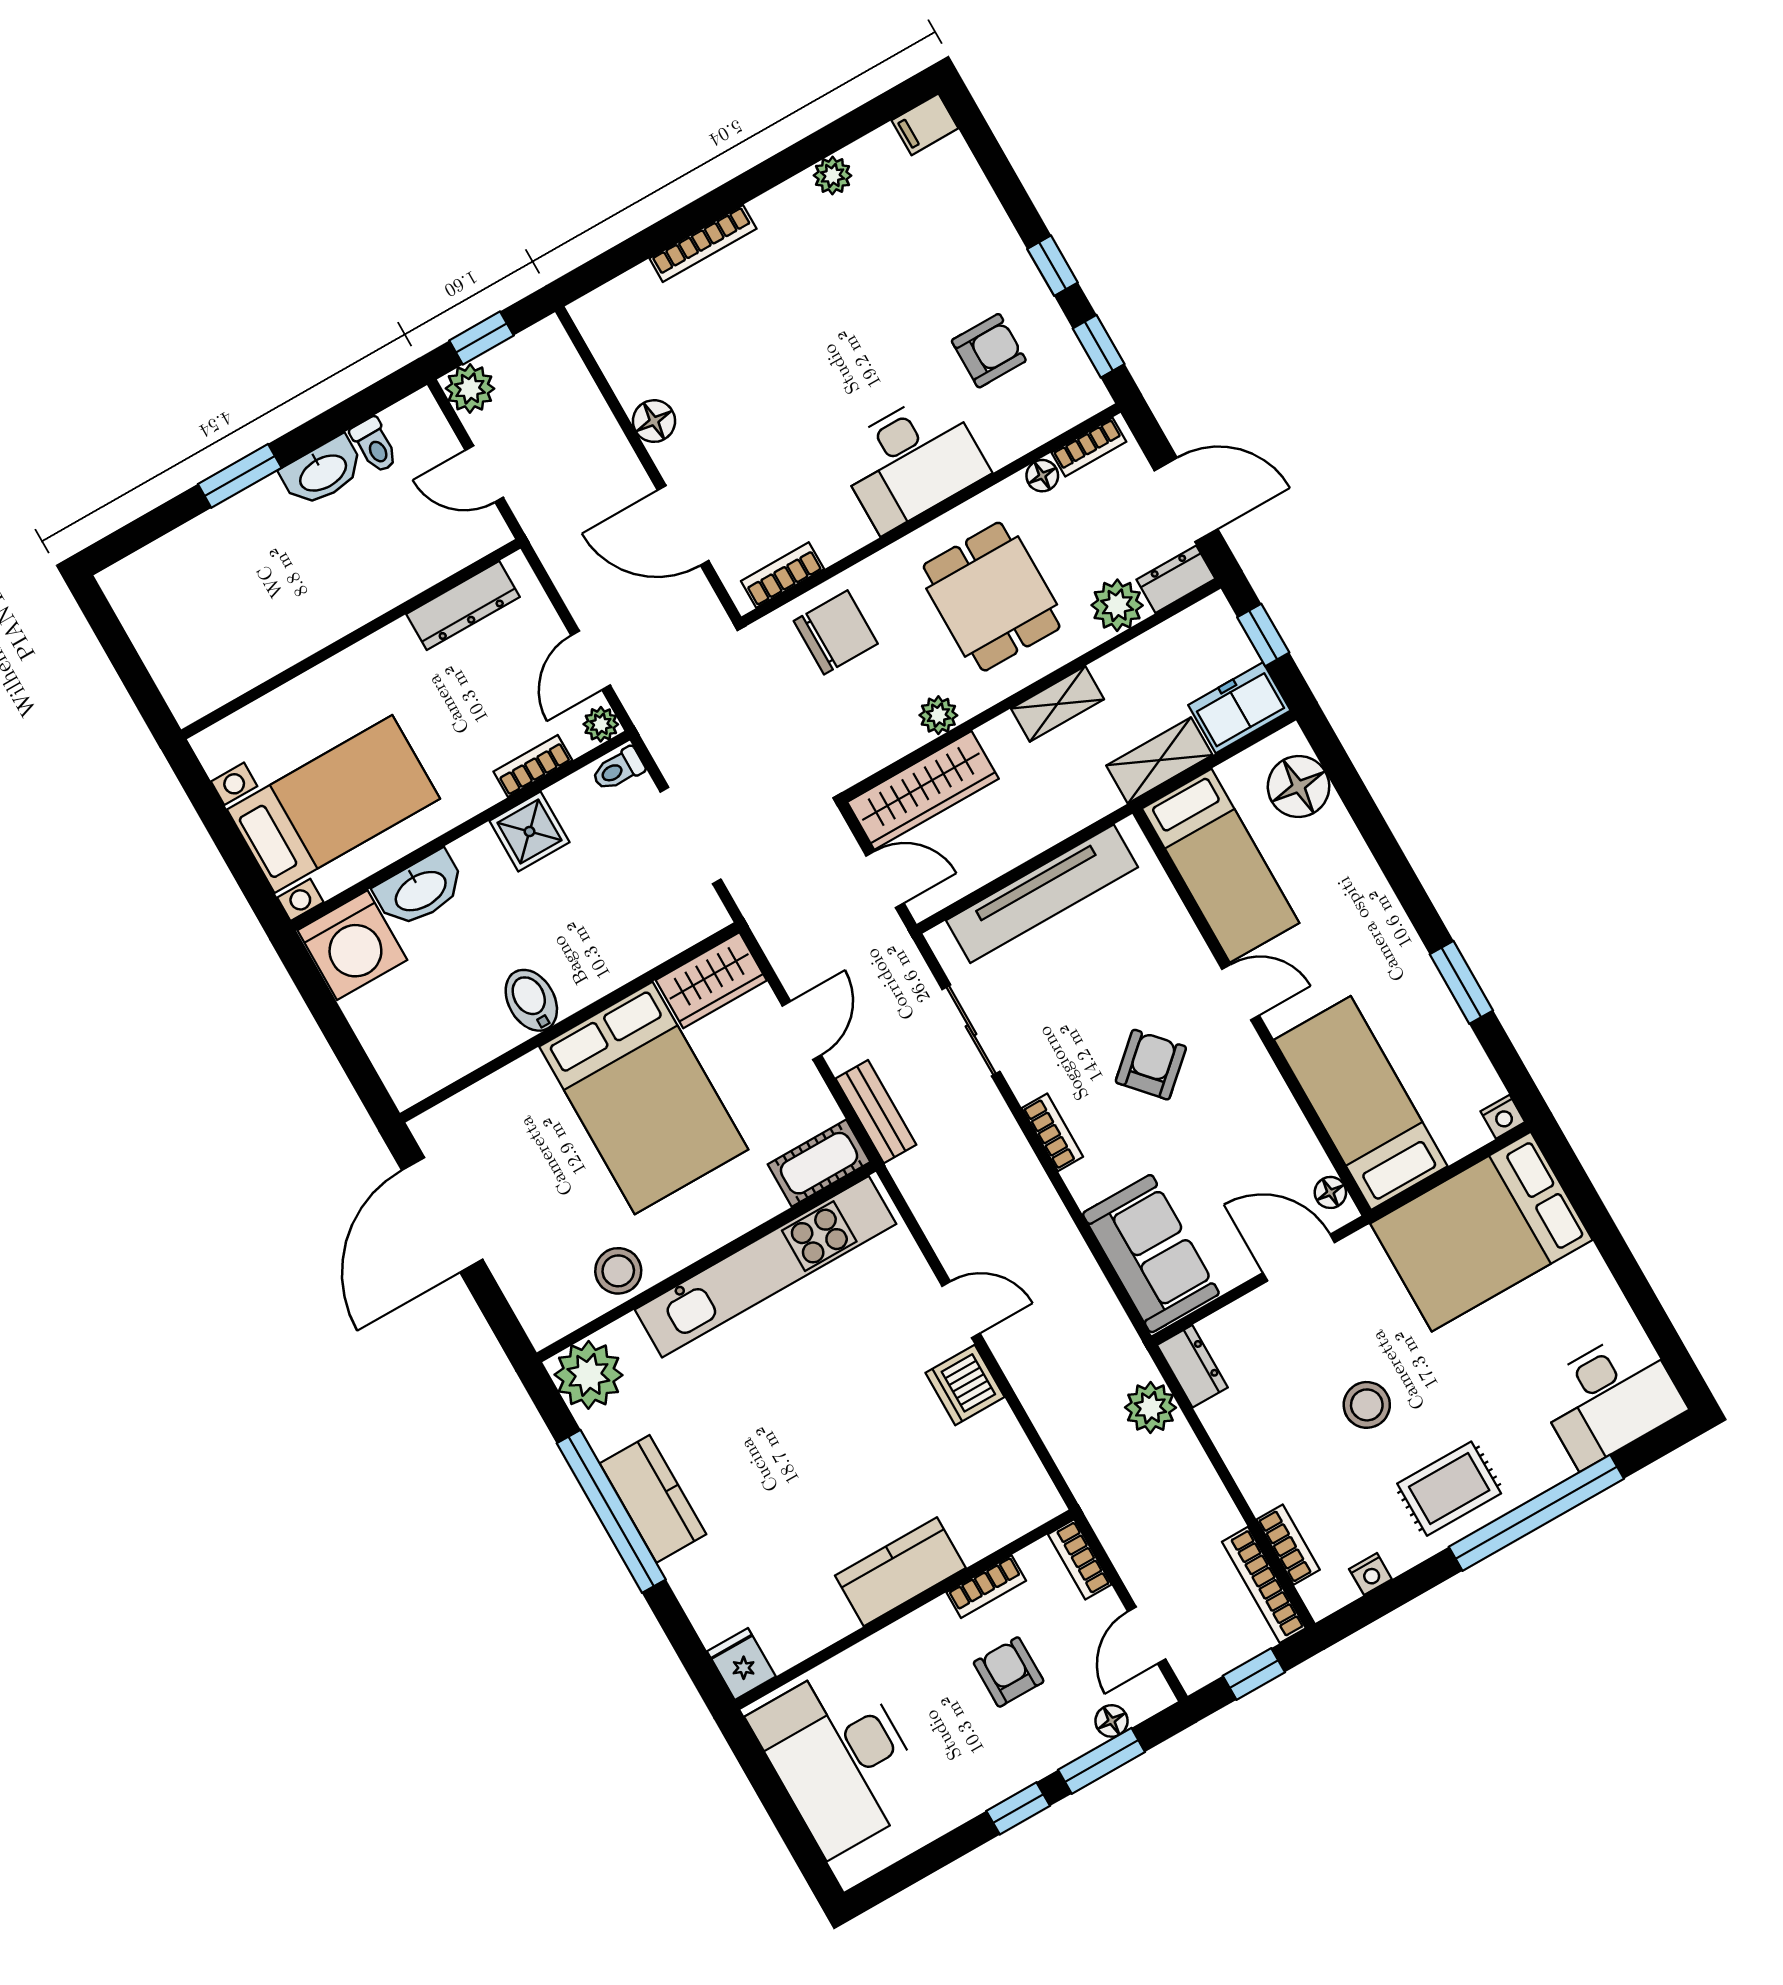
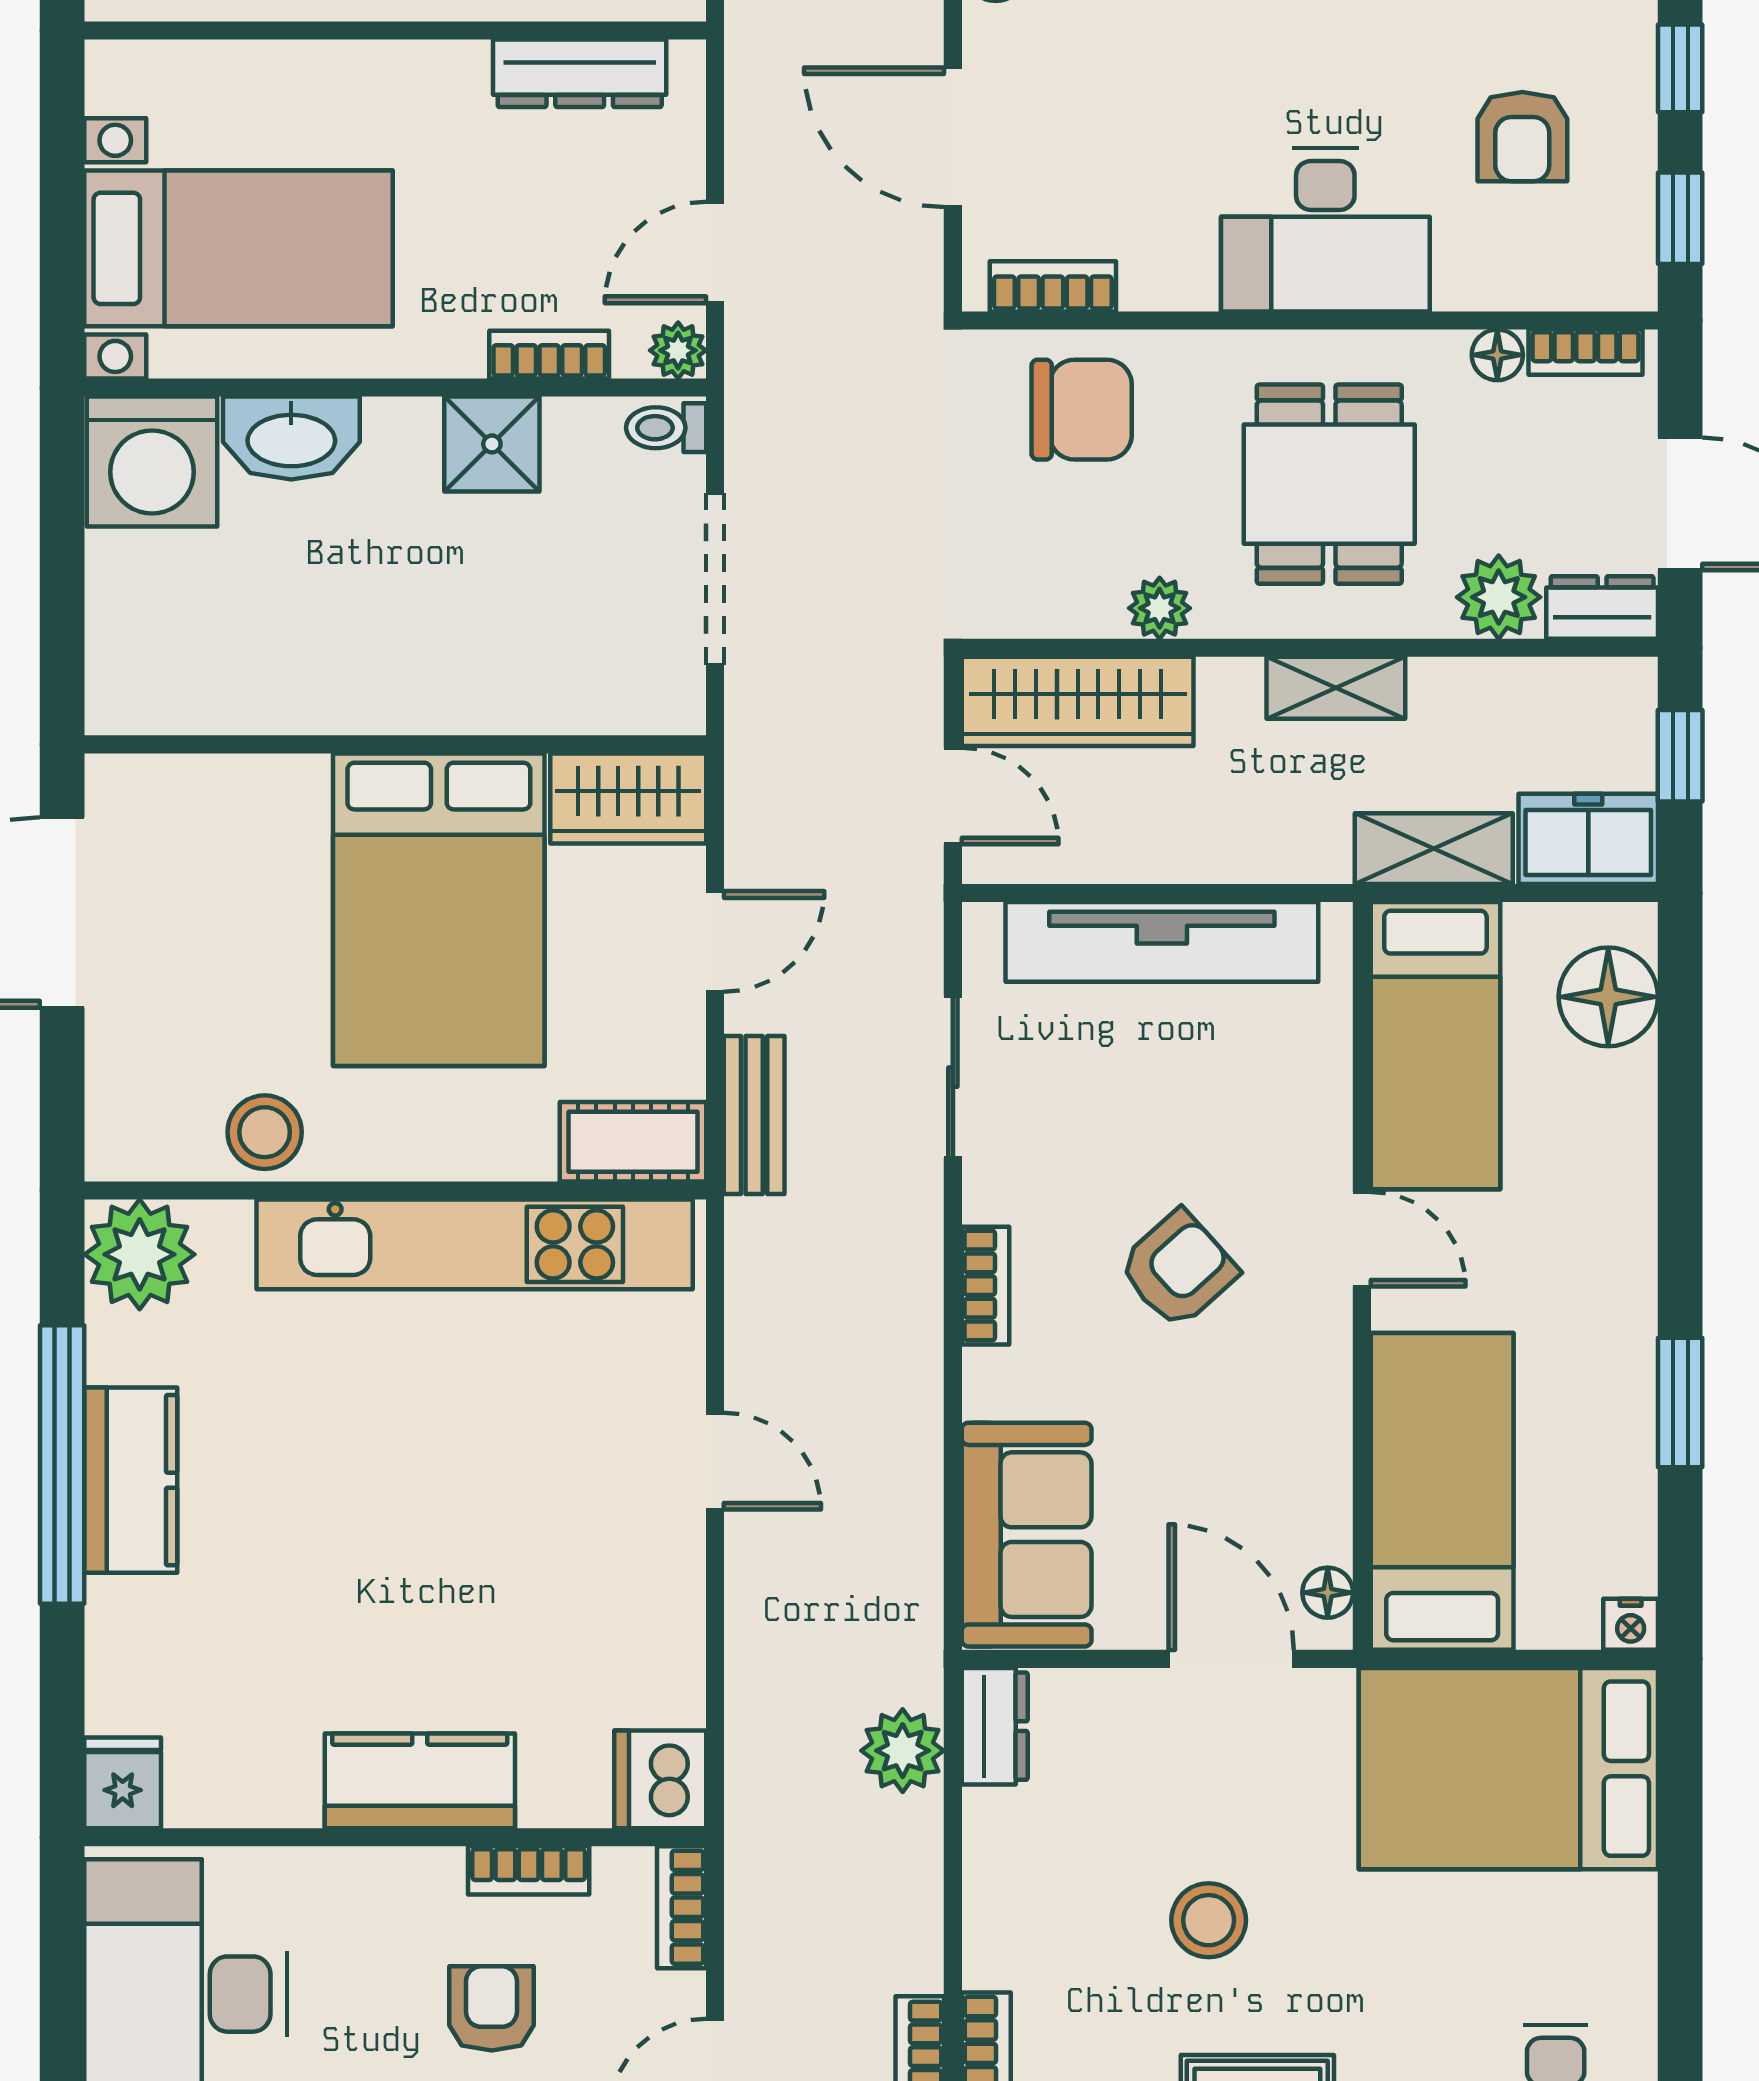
armchair: (989, 351) -> (1522, 137), turned 90
bidet: (531, 1000) -> (359, 682), removed
dishwasher: (965, 1385) -> (660, 1779), moved

